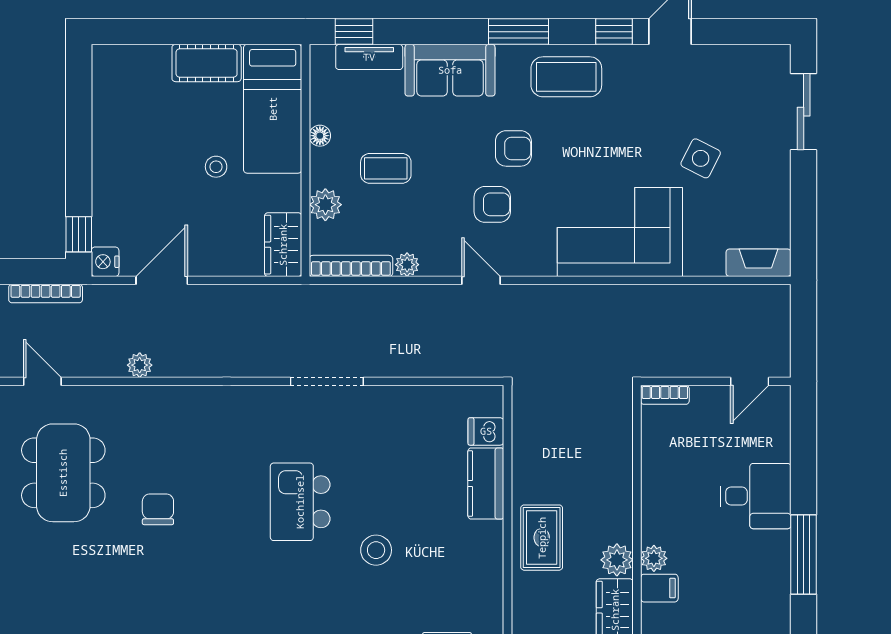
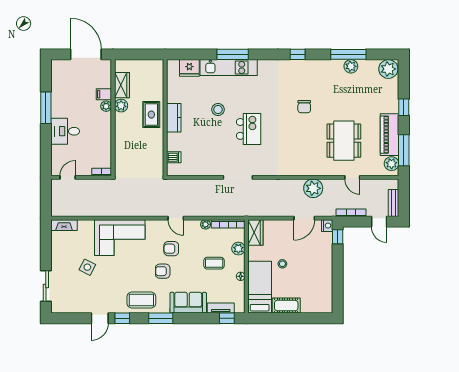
plant: (140, 365) -> (313, 188), width x1.87, depth x1.87
kitchen counter: (486, 484) -> (174, 118), moved
chair: (158, 509) -> (304, 107), moved

